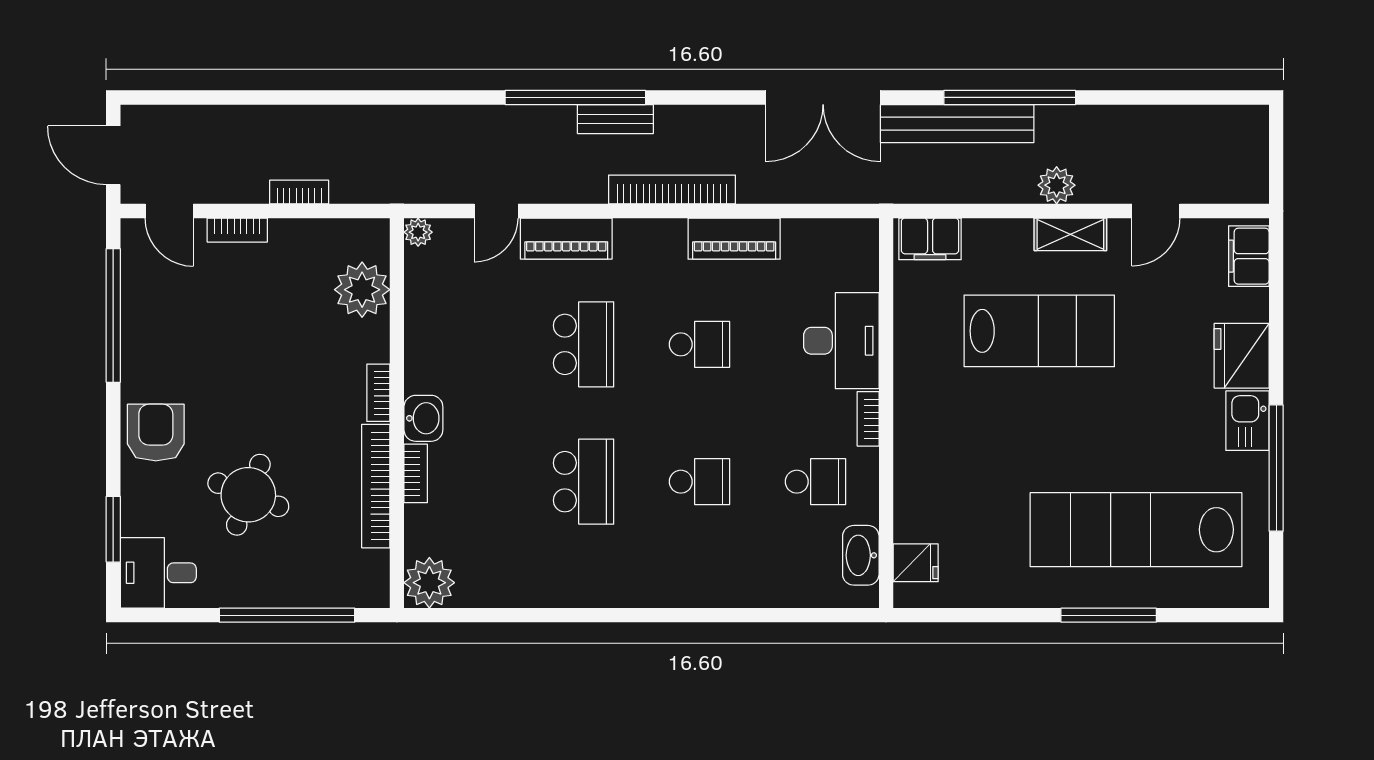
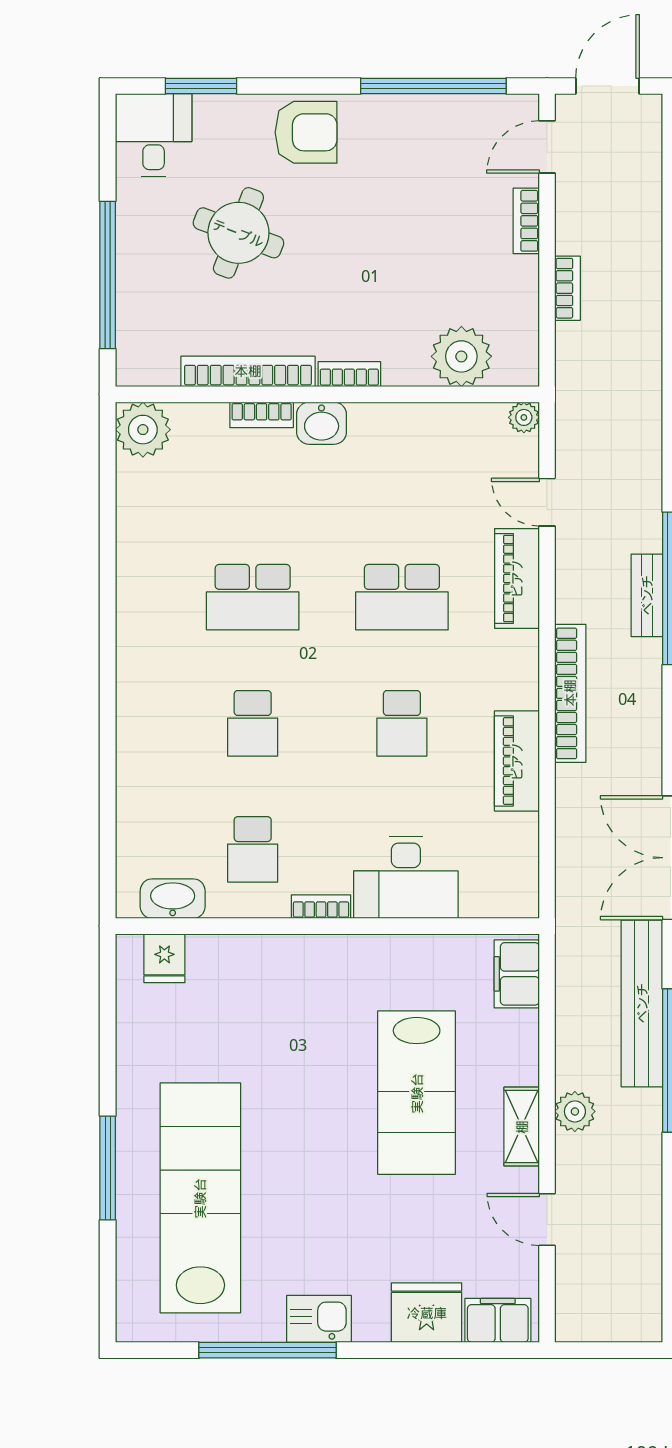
bench: (615, 119) -> (647, 595), moved
fridge: (1242, 356) -> (427, 1313), moved

